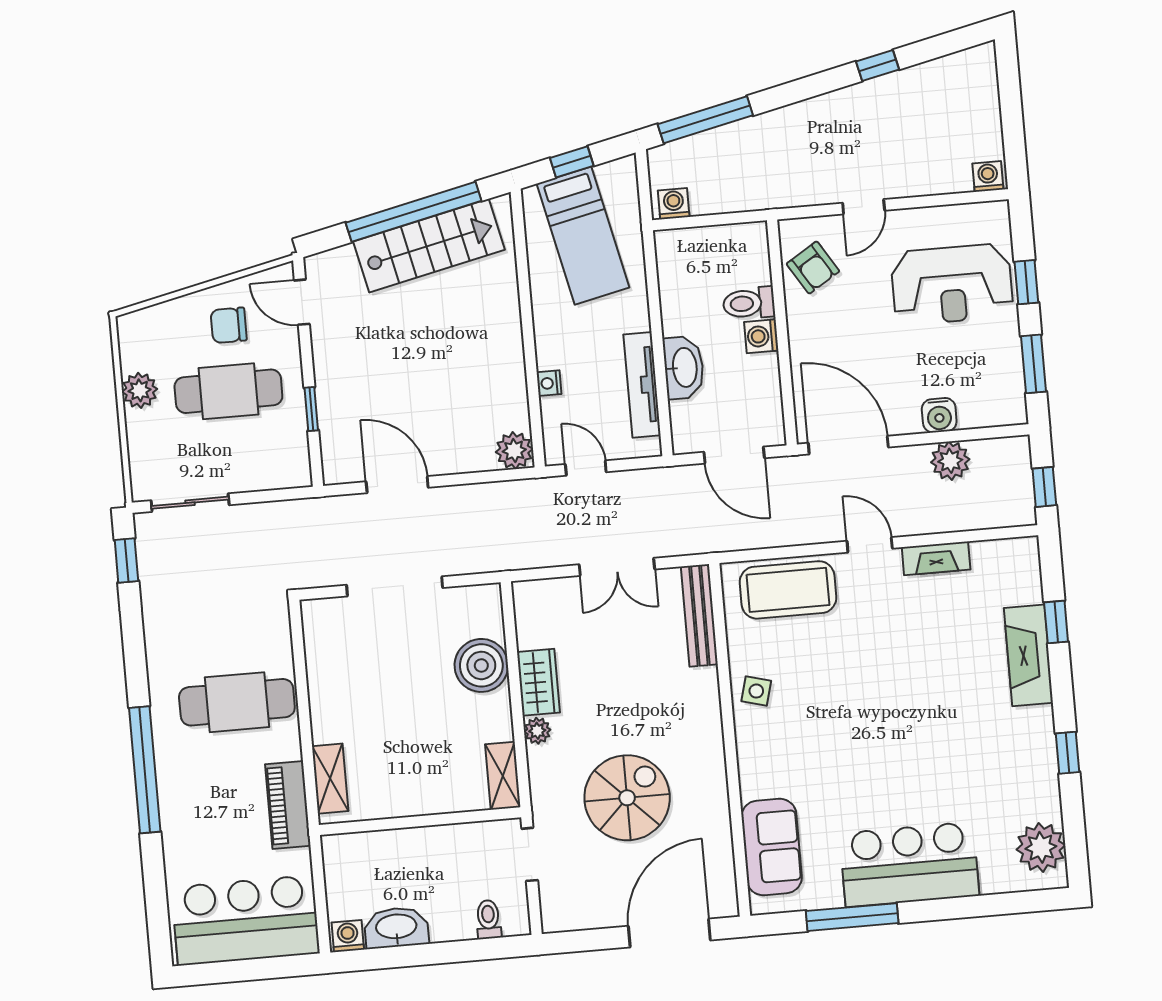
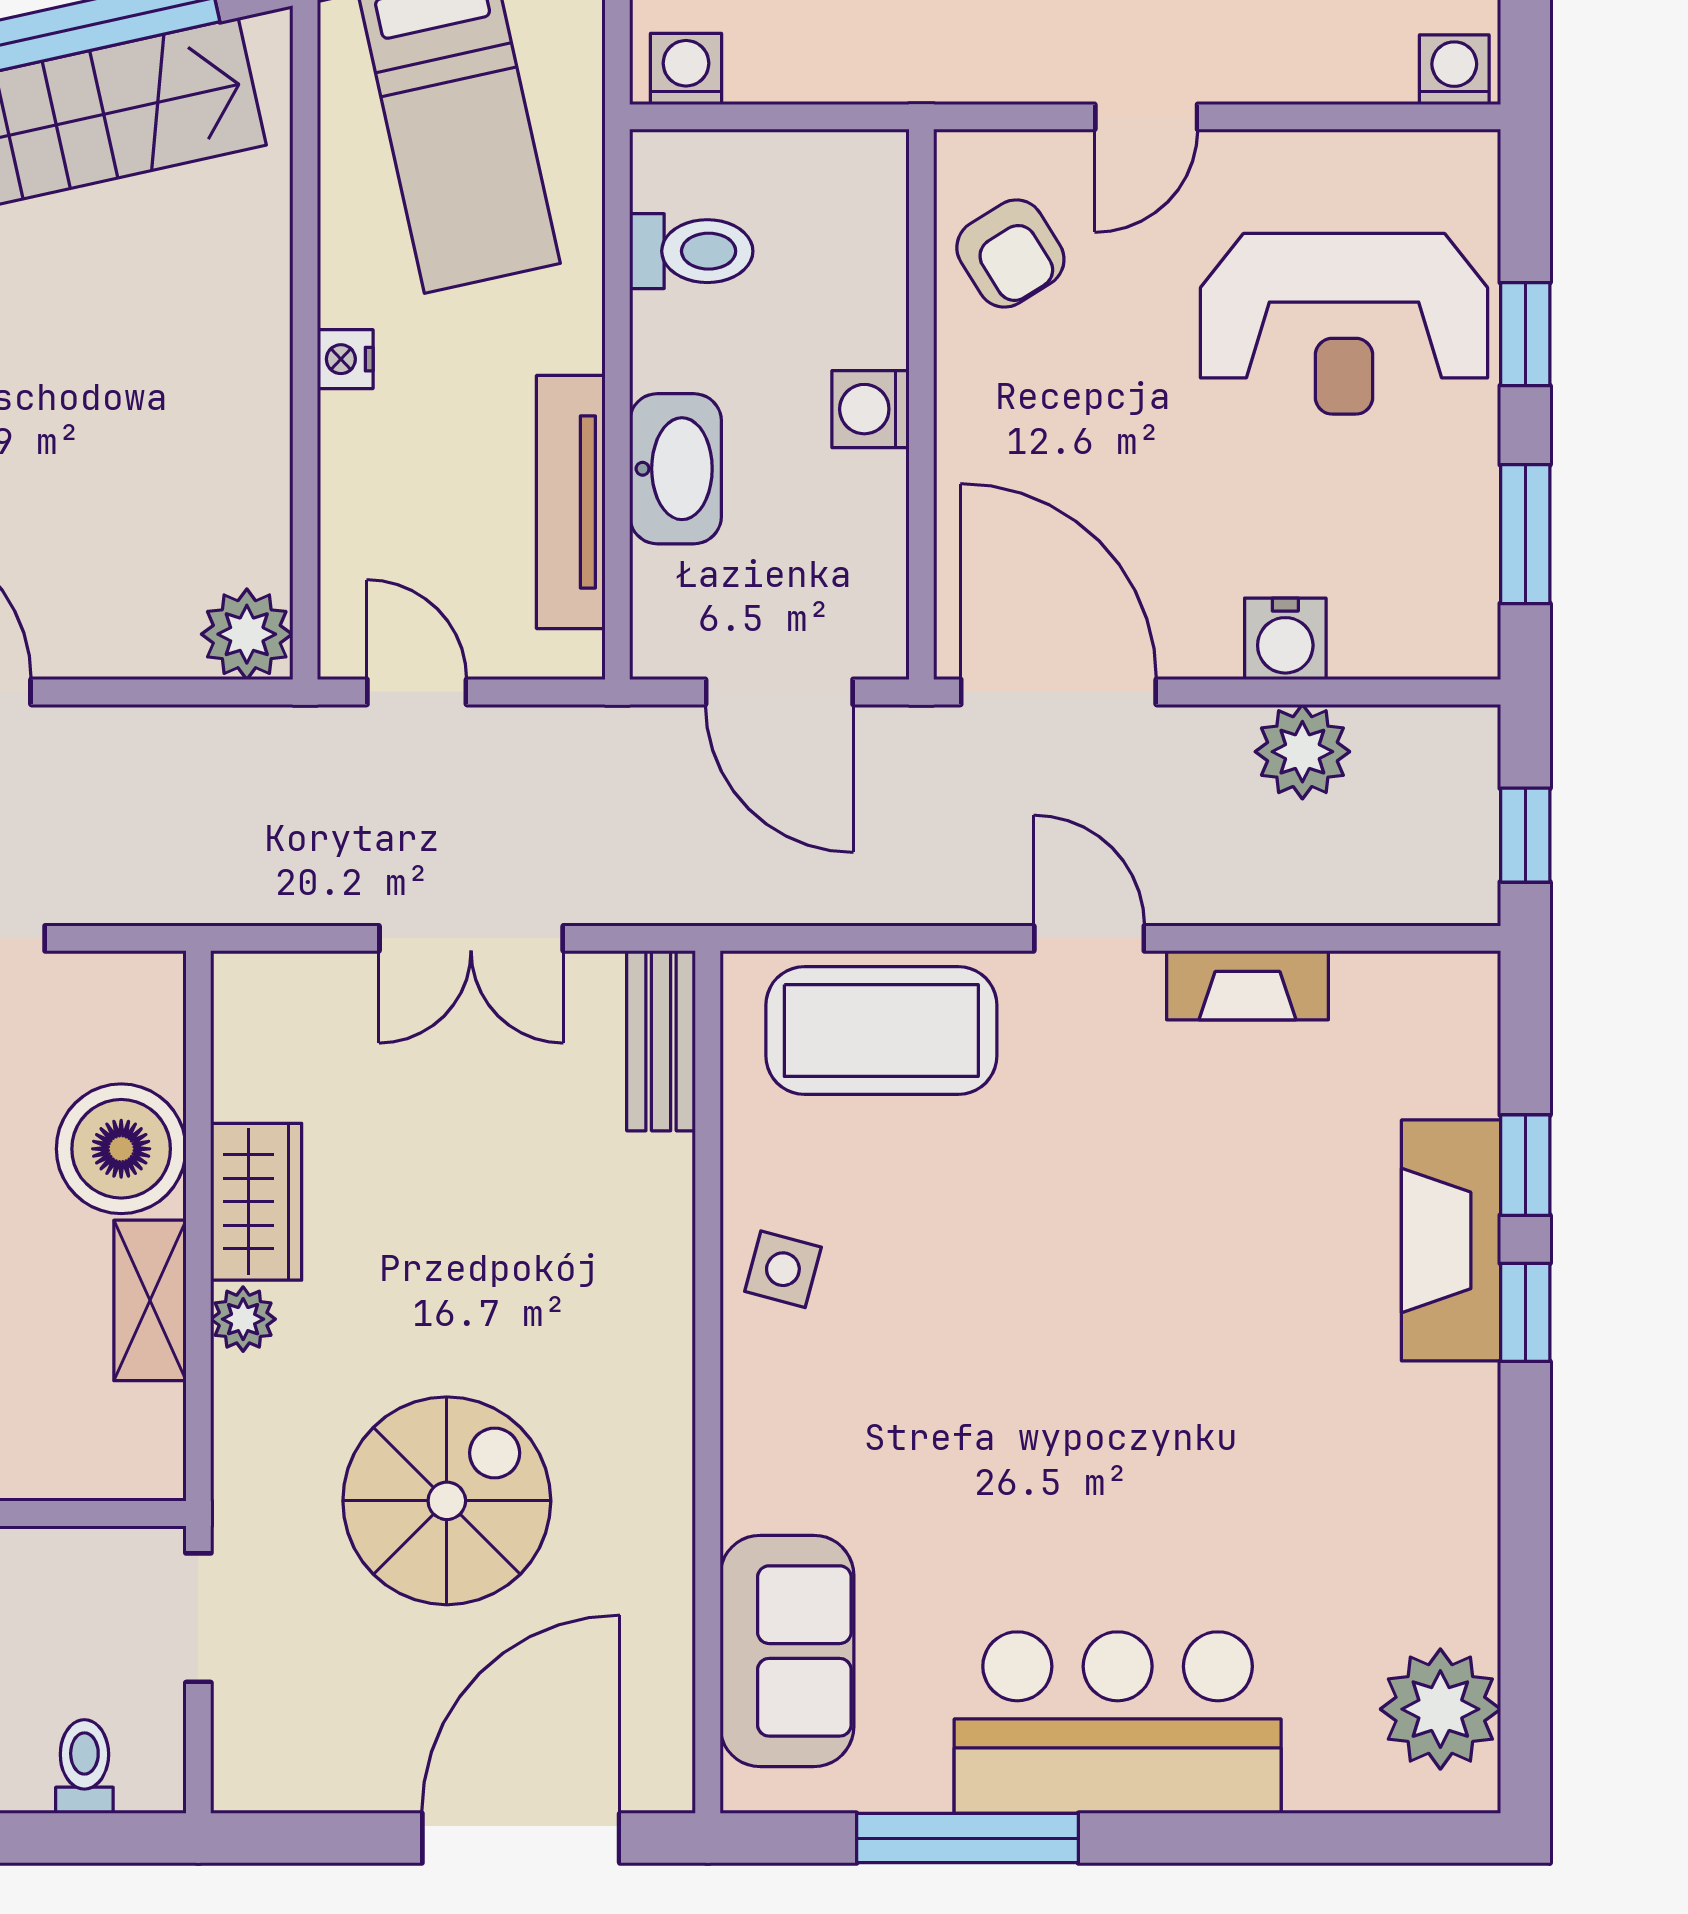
toilet: (749, 303) -> (691, 251), moved, turned 180
nightstand: (549, 383) -> (345, 359), moved
bench: (699, 615) -> (661, 1041), width x0.73
window: (1068, 753) -> (1525, 1312), moved
shelving: (503, 776) -> (150, 1300), moved

